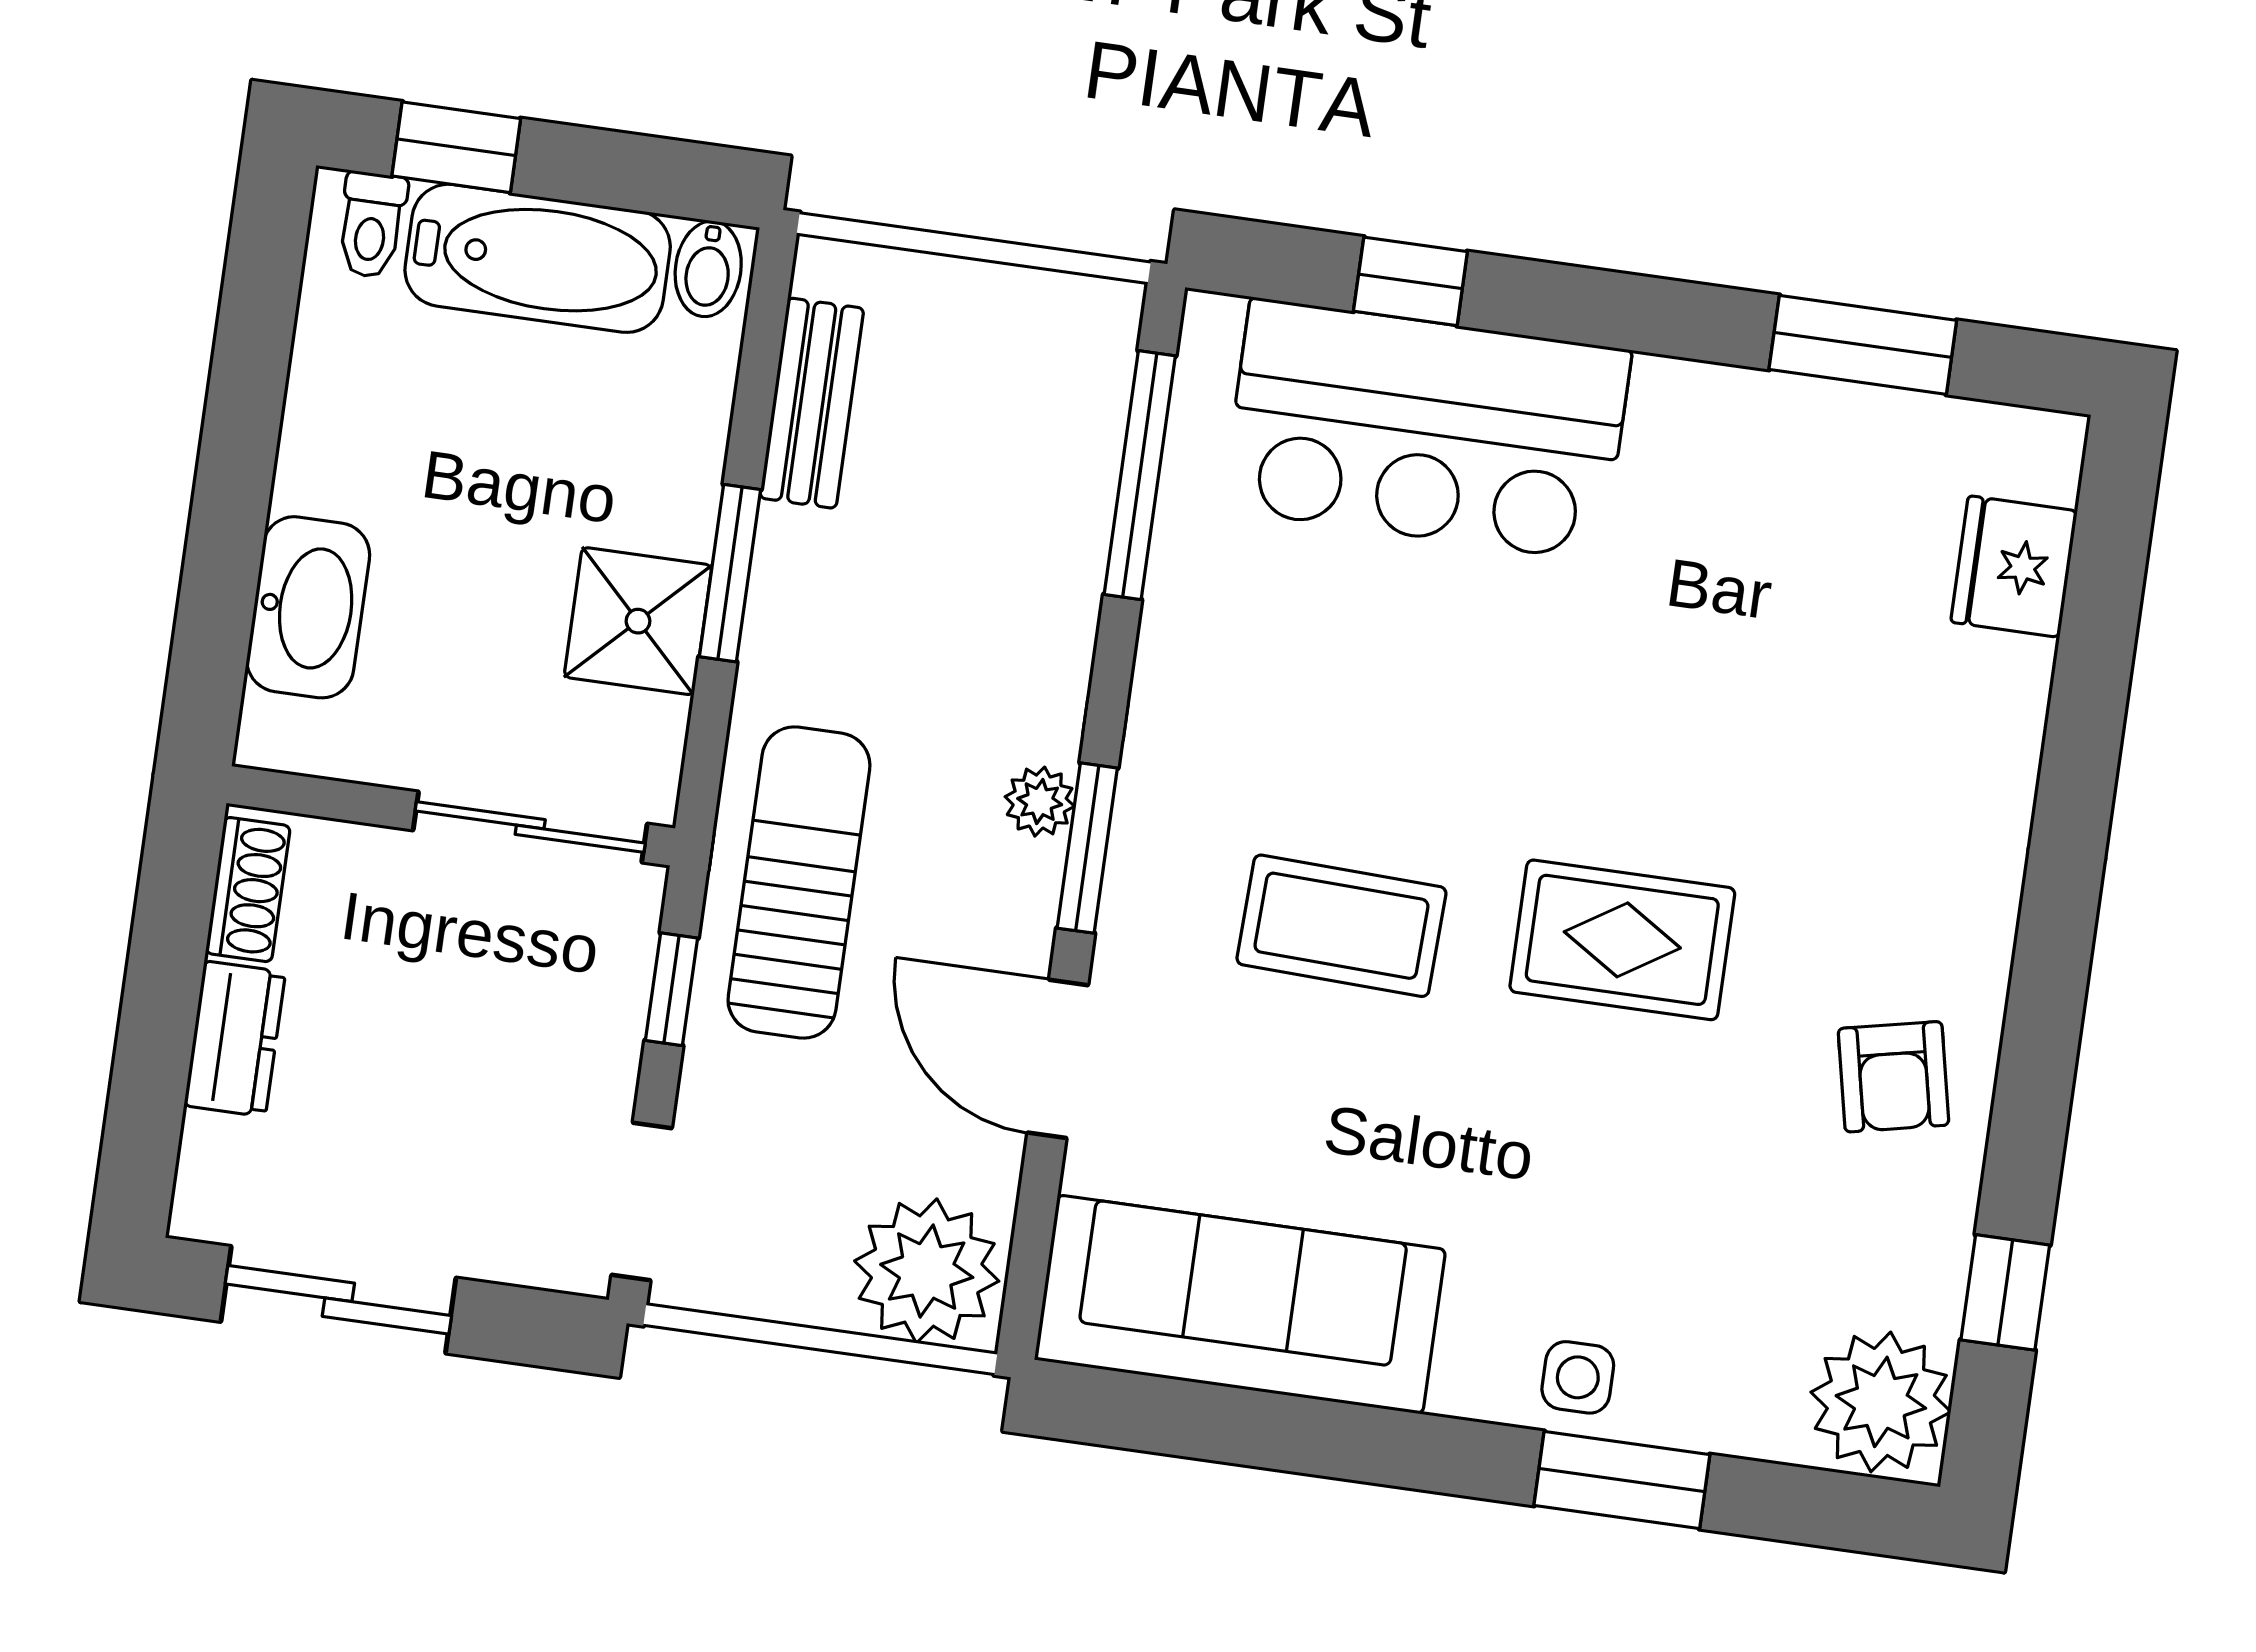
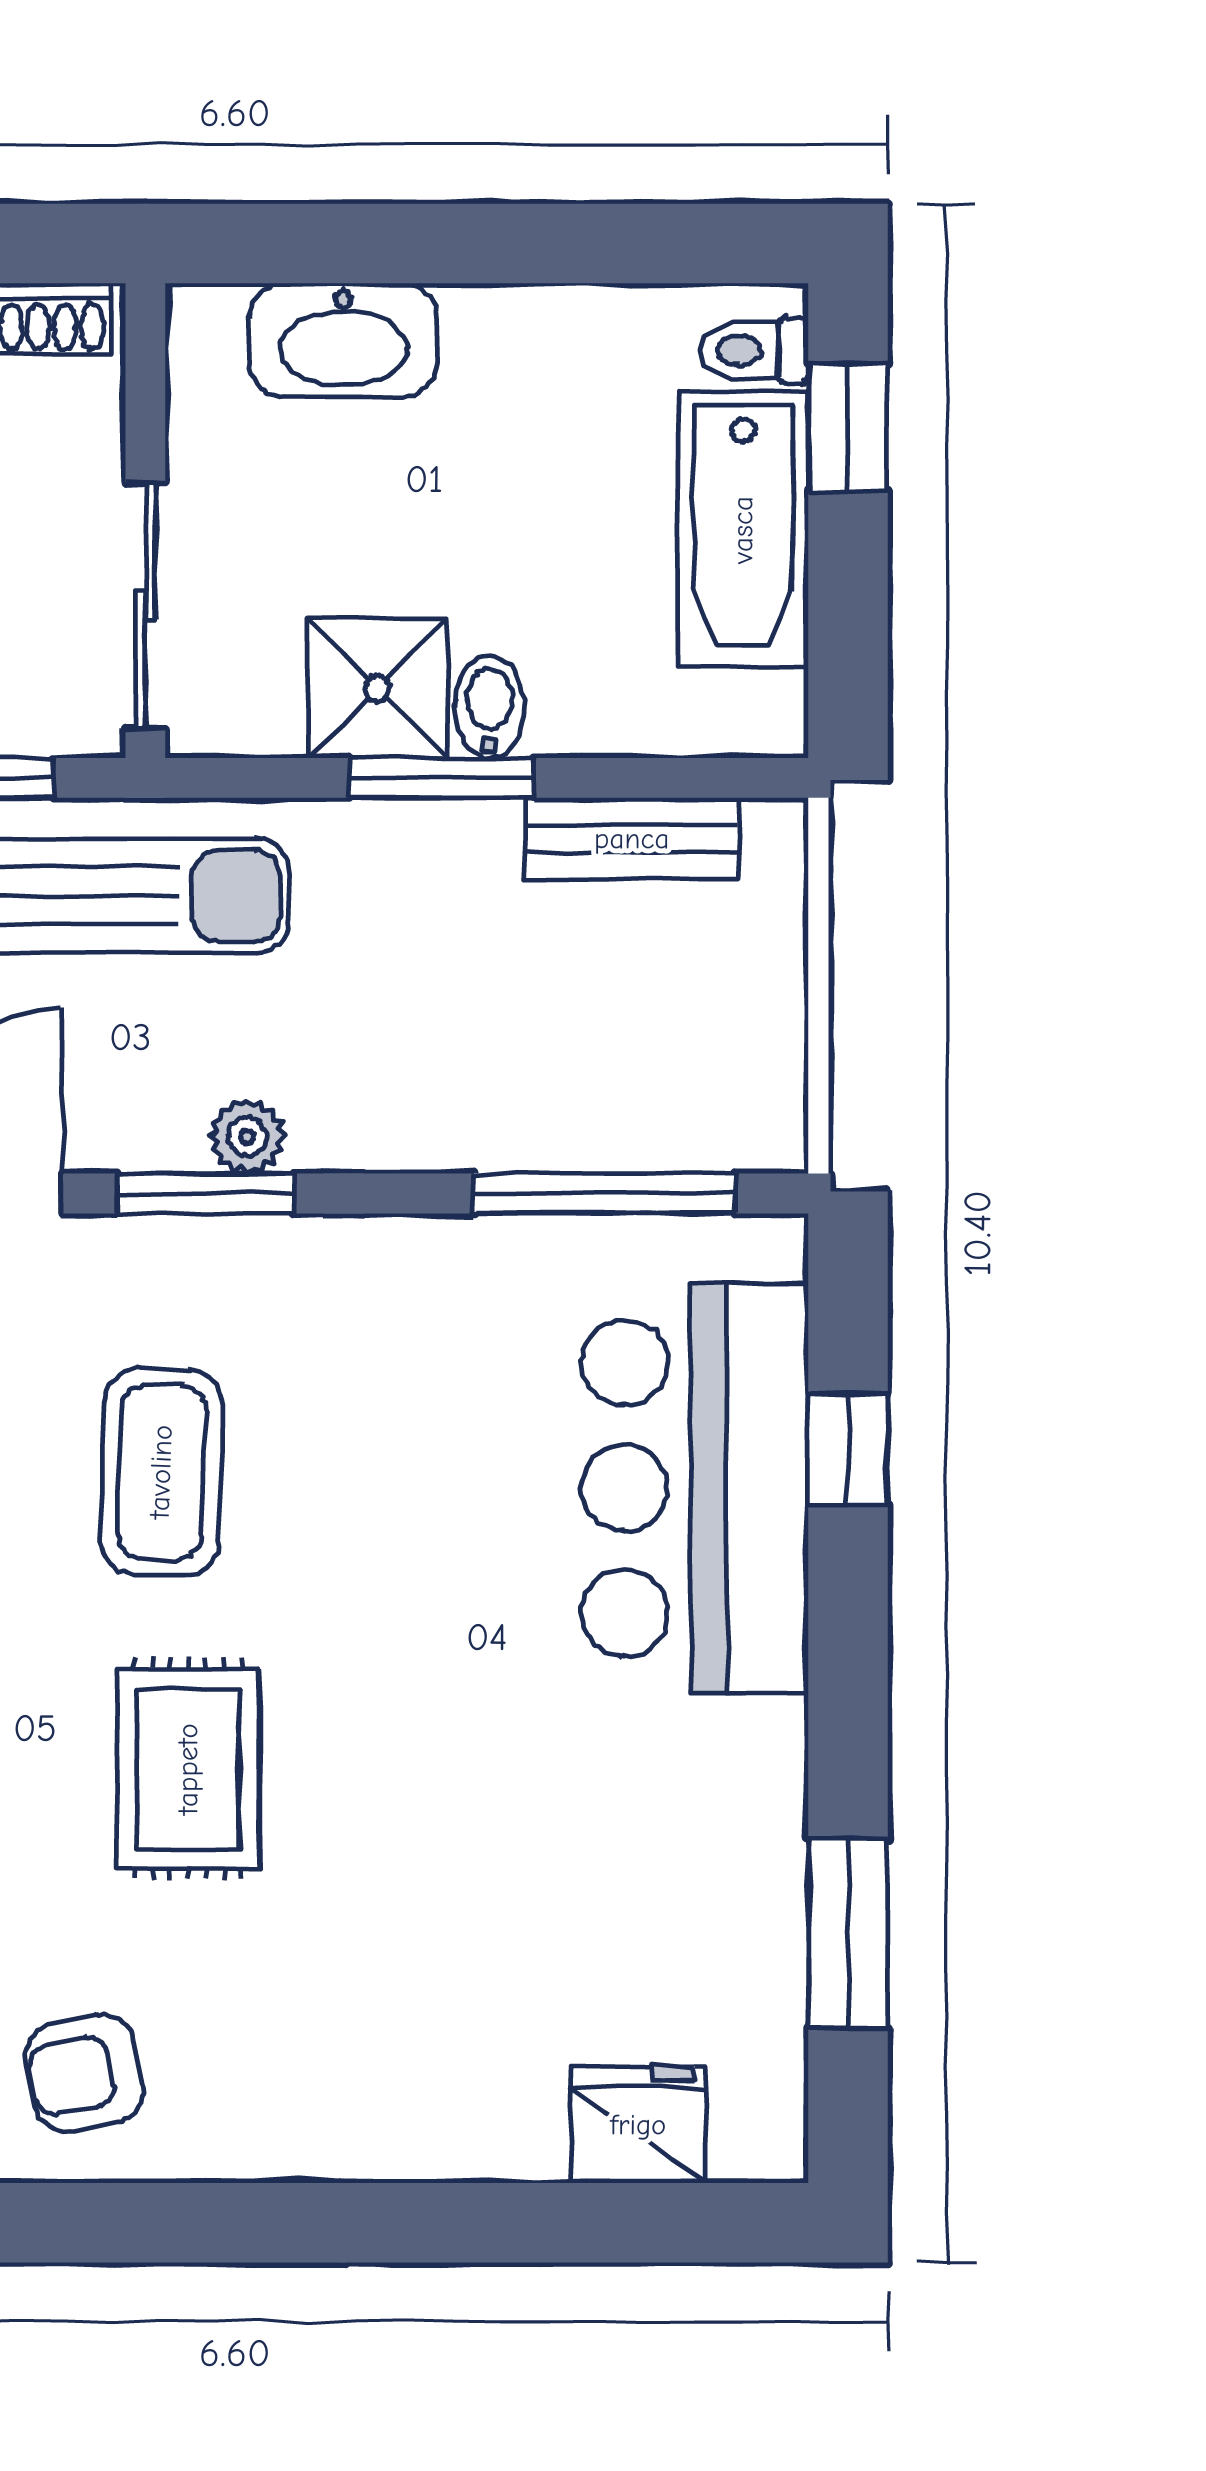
bidet: (708, 269) -> (490, 707), moved, turned 90

